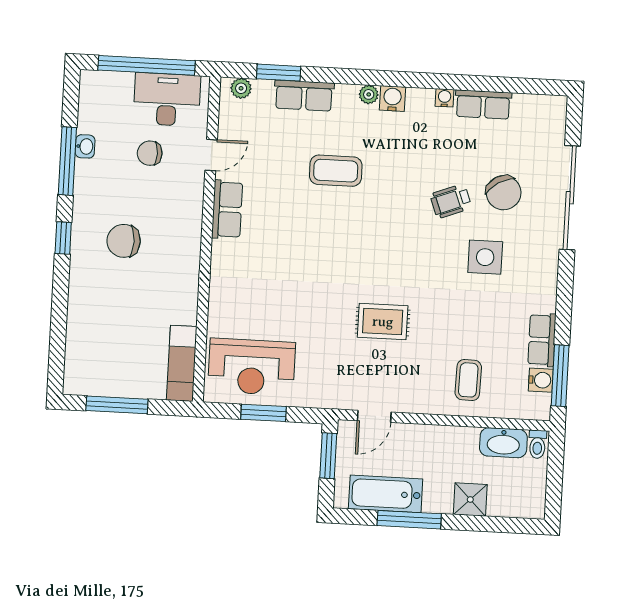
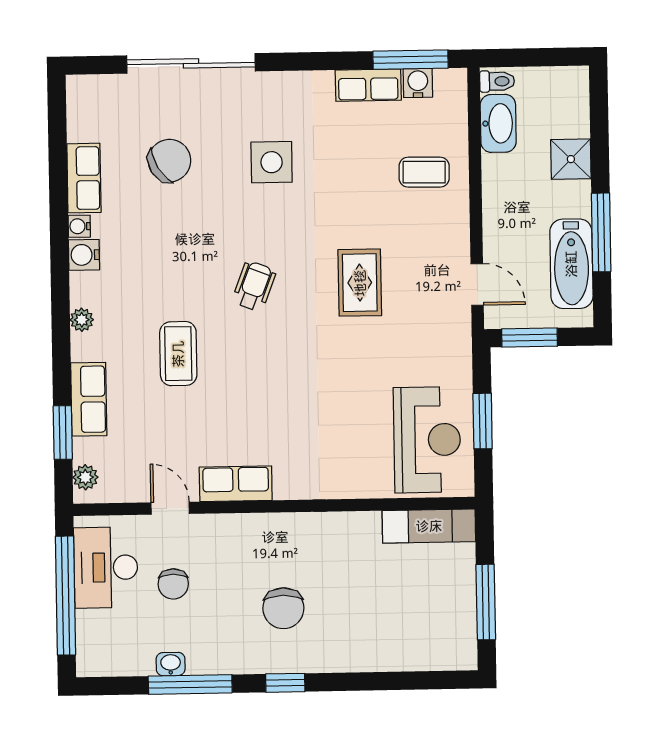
water cooler: (392, 99) -> (84, 255), moved
chair: (504, 193) -> (169, 161), moved
wheelchair: (451, 201) -> (254, 286), moved, turned -138

